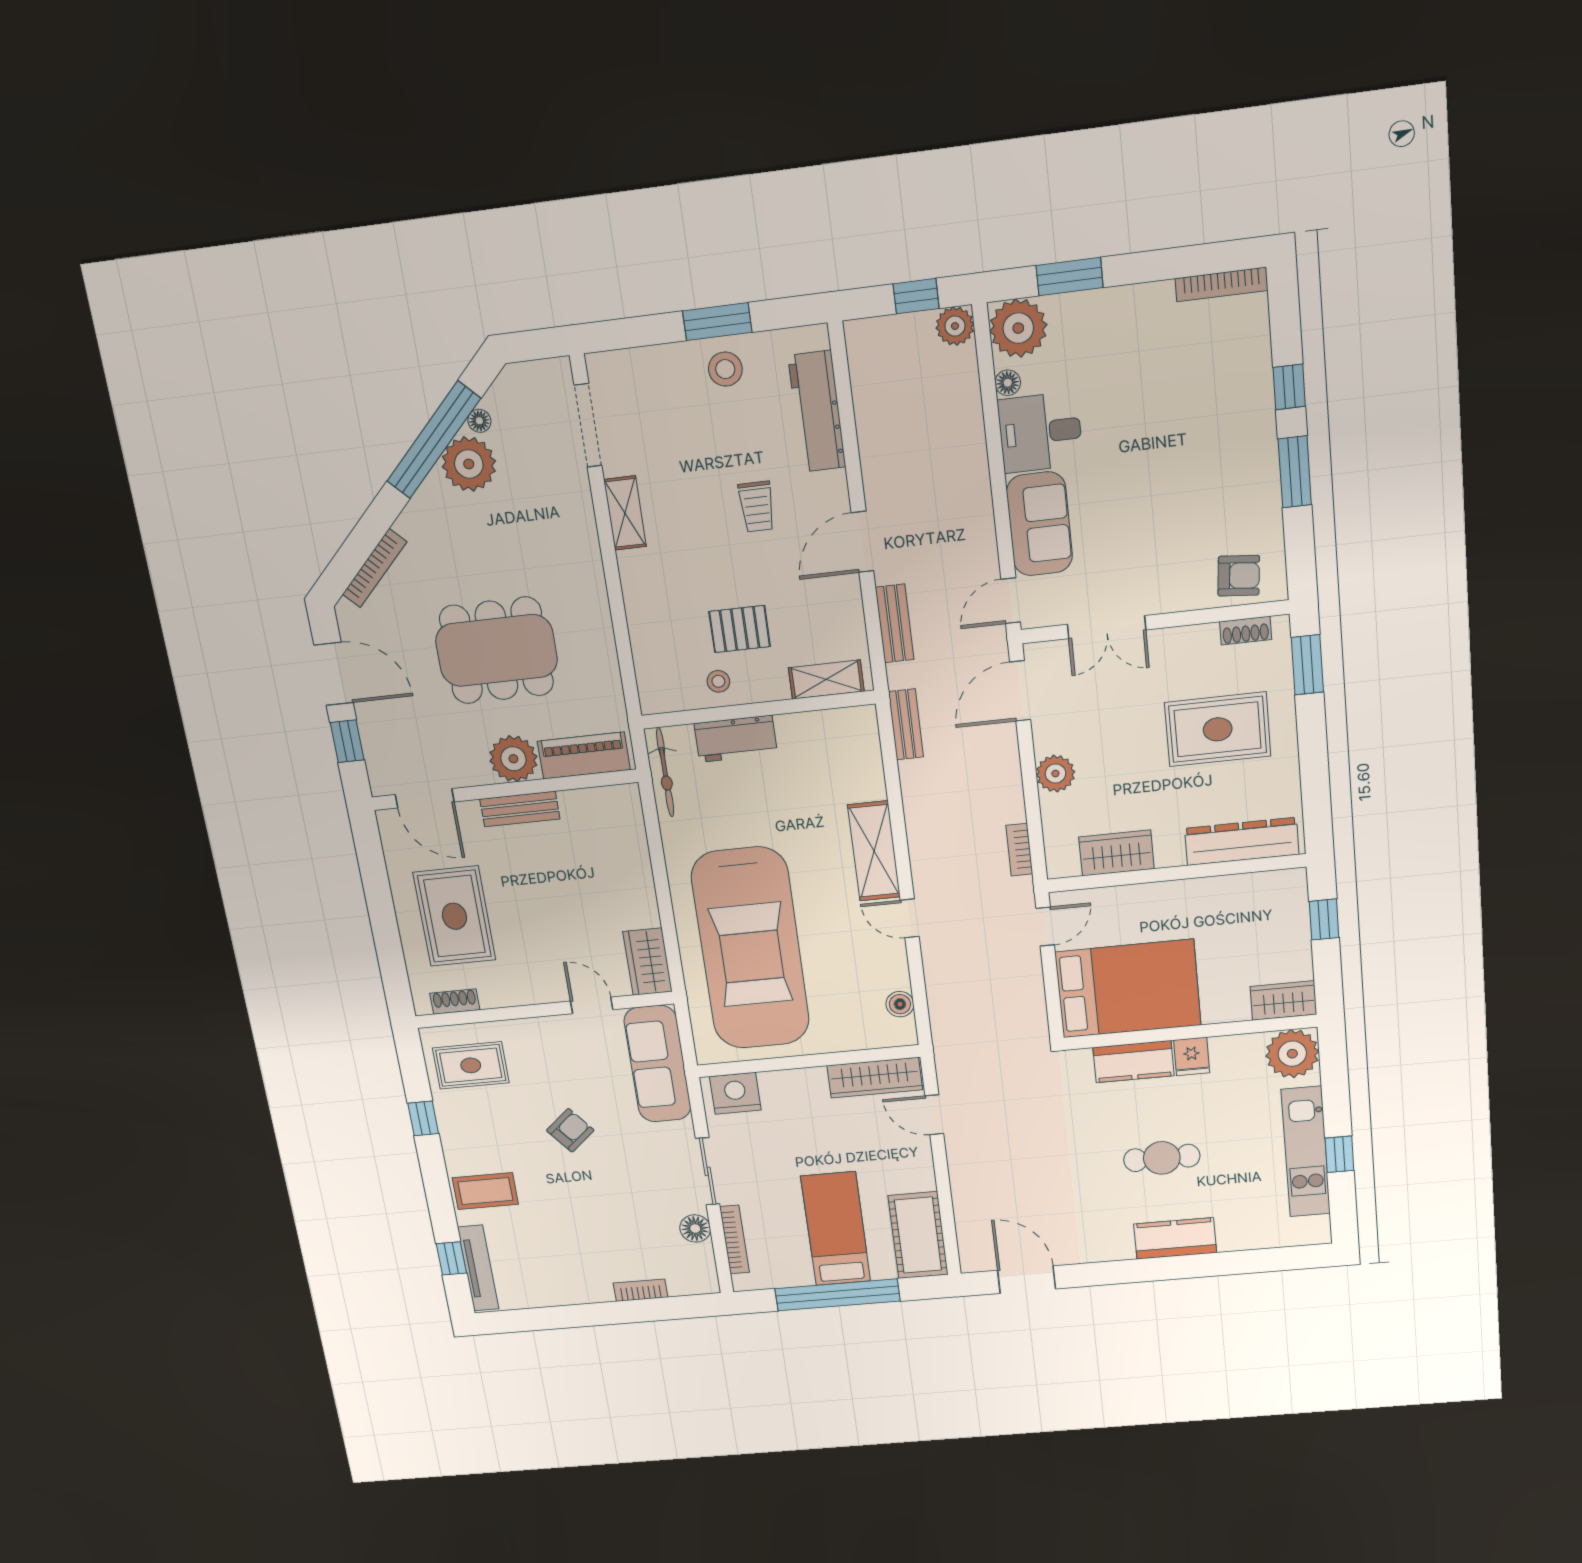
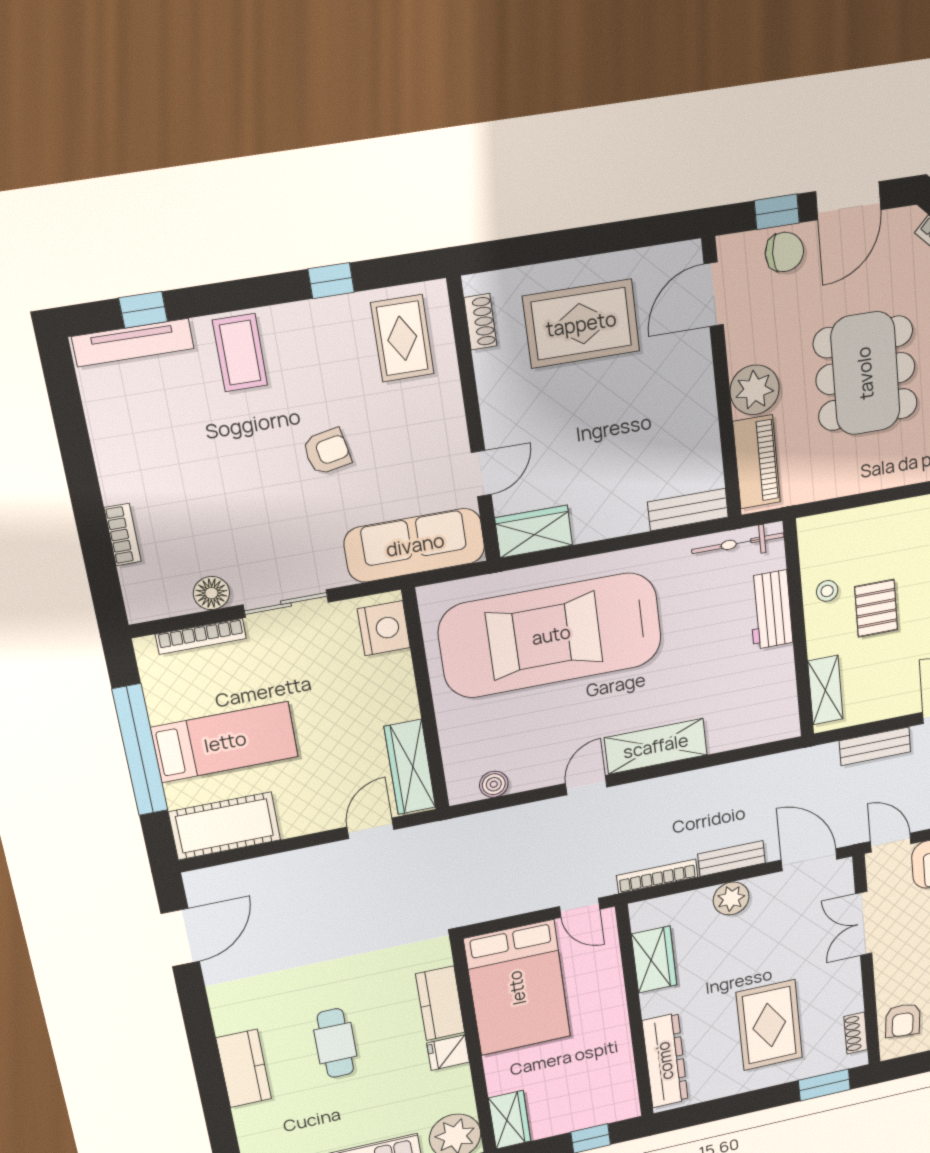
bench: (906, 724) -> (732, 858), moved
chair: (383, 733) -> (784, 252), added
bench: (520, 809) -> (688, 510), moved, turned 90
bookcase: (1019, 850) -> (657, 876), width x1.56
armchair: (570, 1130) -> (327, 451), turned -61

